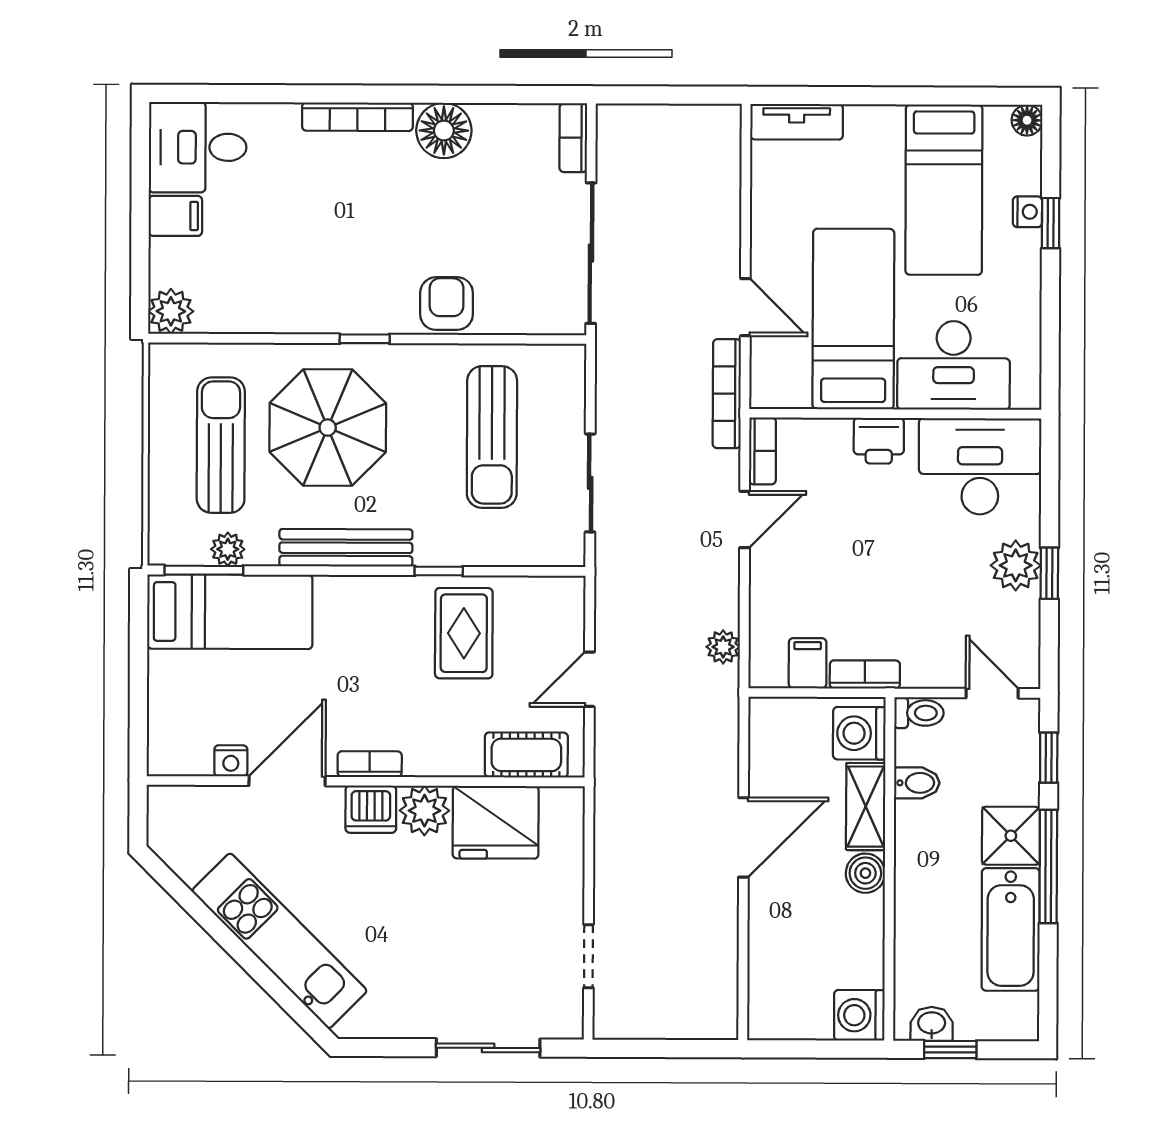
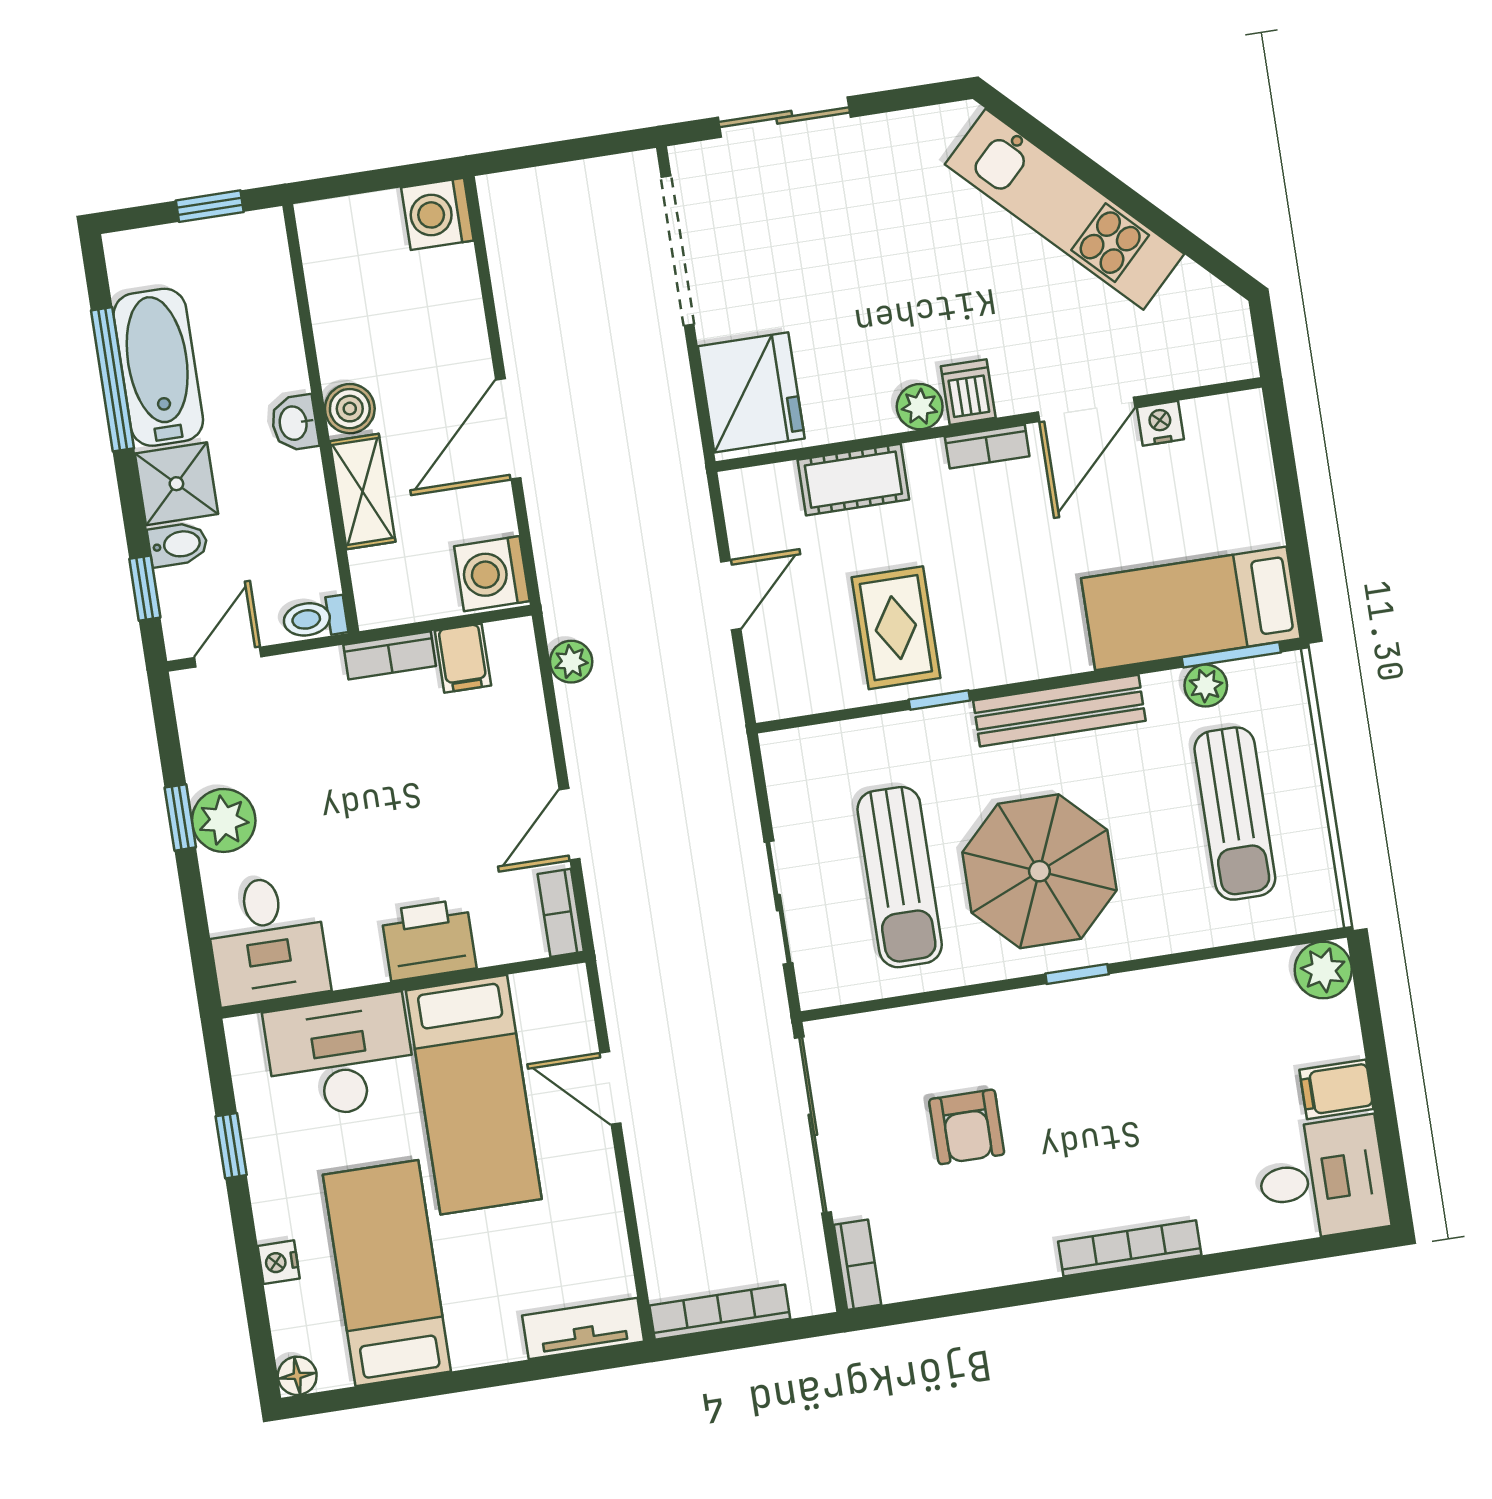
floor lamp: (444, 131) -> (1020, 1248), removed
window: (1051, 223) -> (231, 1146), moved
armchair: (447, 304) -> (967, 1127), moved
bookcase: (727, 394) -> (720, 1312), moved, turned -90
parasol: (328, 428) -> (1039, 871), moved
sun lounger: (492, 437) -> (900, 877), turned 180
printer: (879, 441) -> (429, 940), width x1.36, depth x1.24
desk: (980, 466) -> (267, 940), width x0.73
sliding door: (590, 483) -> (778, 903), moved
door: (992, 693) -> (228, 657), swing flipped
washing machine: (859, 733) -> (492, 574), moved, turned 180
cot: (526, 755) -> (853, 480), moved
bidet: (917, 783) -> (178, 544), moved, turned 180
dishwasher: (371, 809) -> (968, 392), width x0.73
plant: (424, 811) -> (920, 407), width x0.73, depth x0.73
fridge: (496, 822) -> (751, 392), moved, turned 90
window: (1048, 867) -> (112, 379), moved
doorway: (588, 956) -> (678, 251), width x1.88
washing machine: (859, 1015) -> (437, 214), moved, turned 180
washbasin: (932, 1024) -> (294, 423), moved, turned 90

